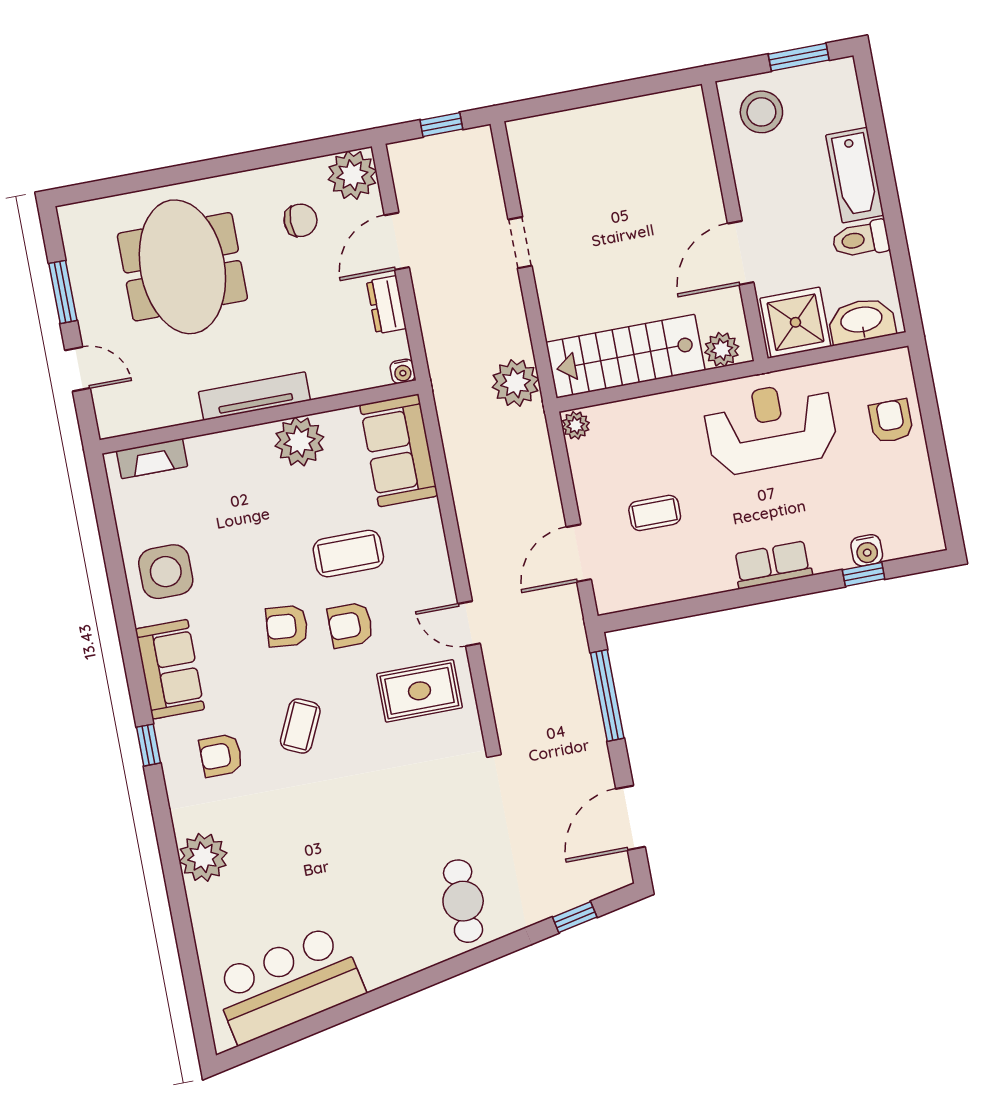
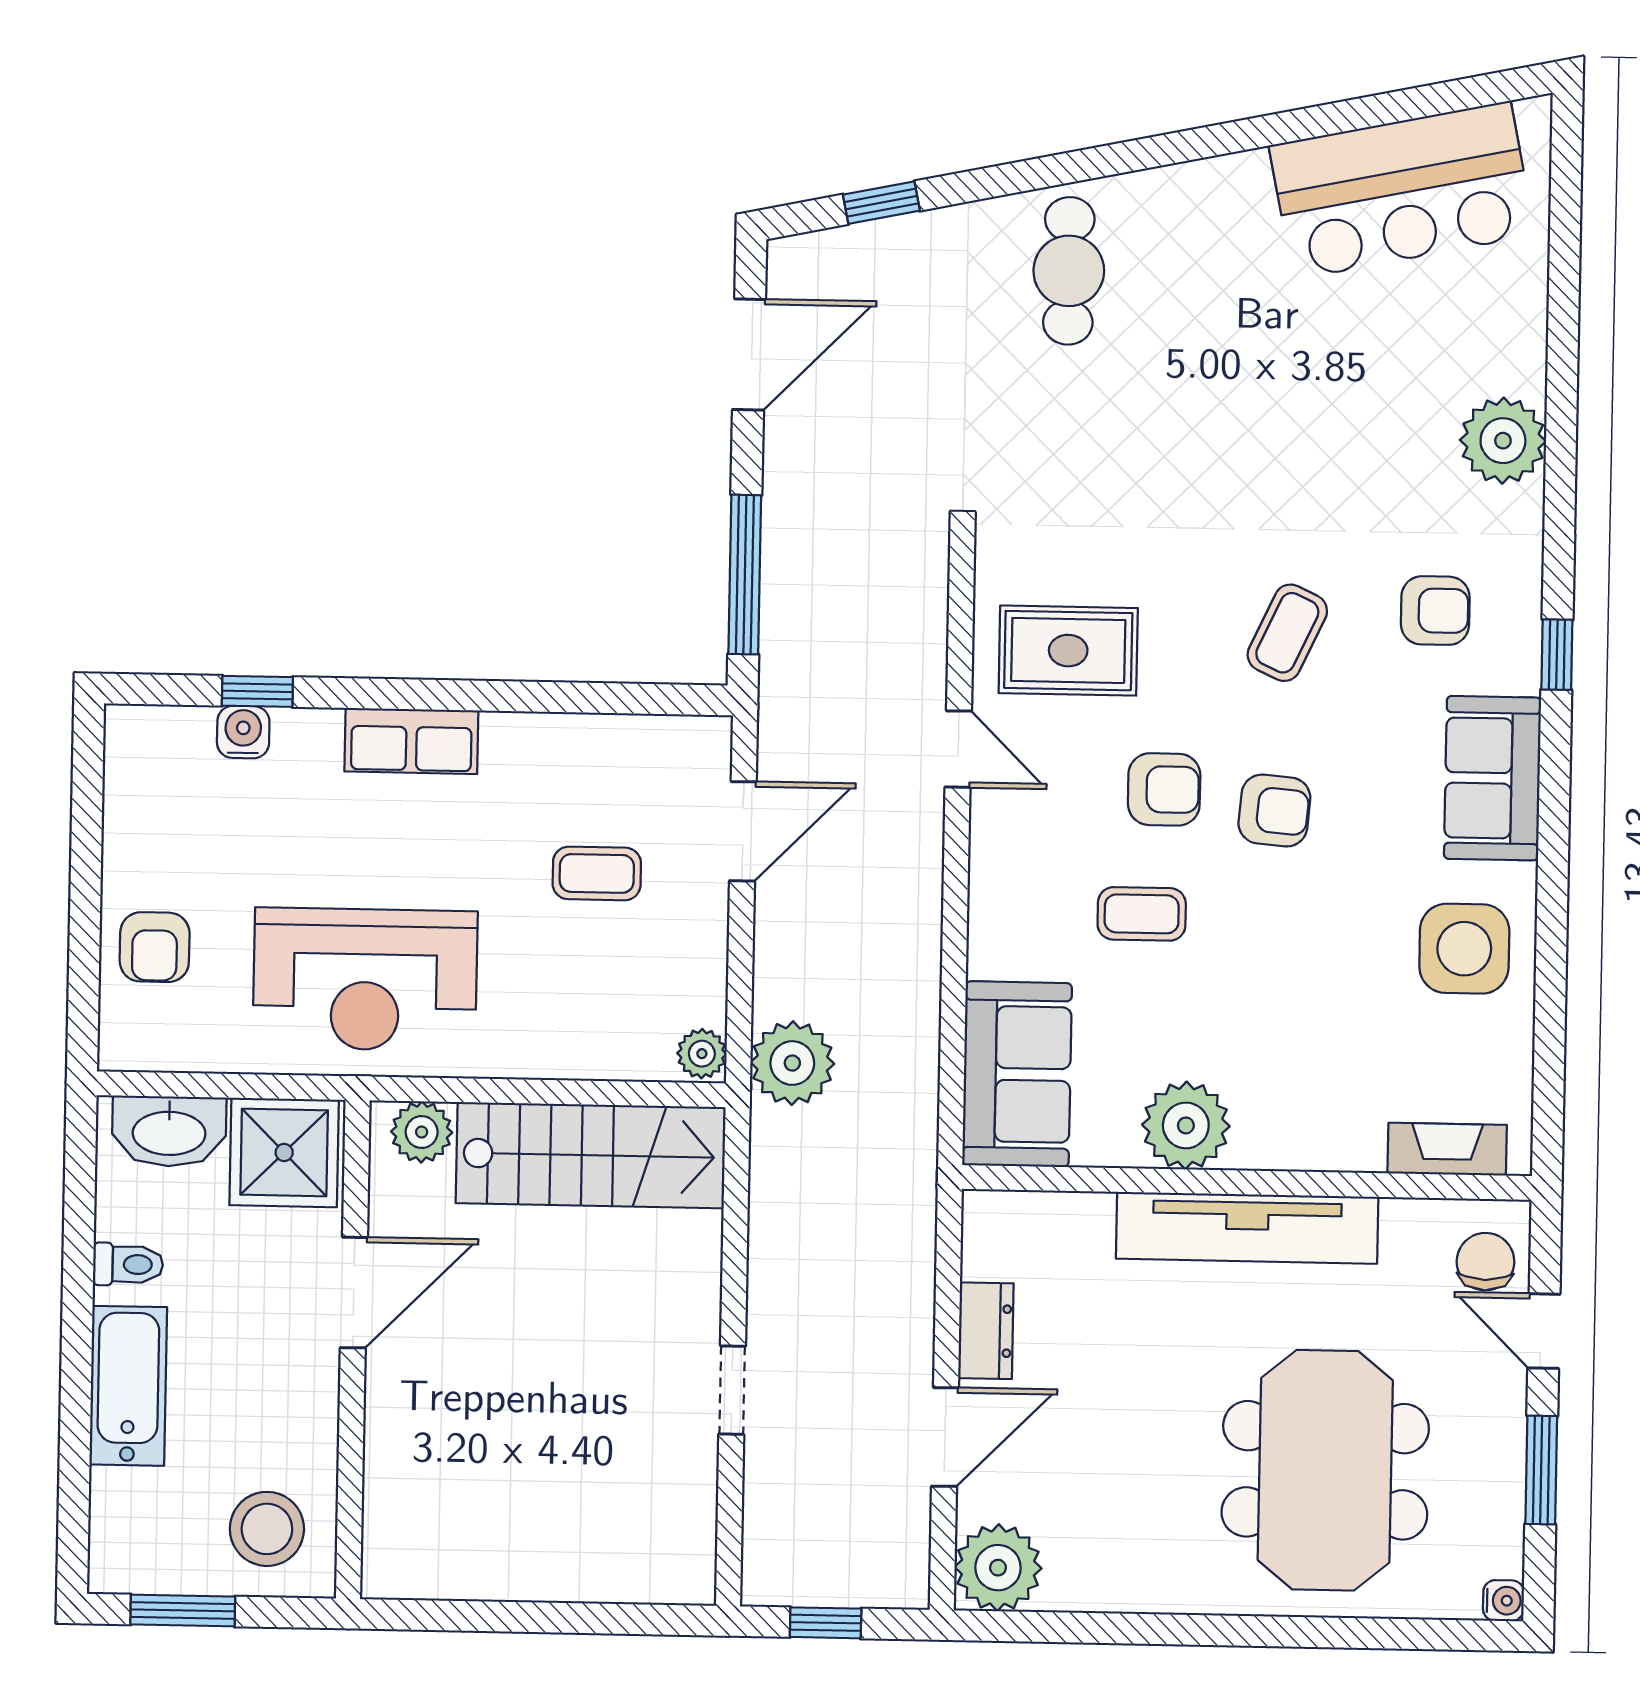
chair: (300, 220) -> (1485, 1262), moved, turned 90
toilet: (861, 239) -> (128, 1264), width x0.73, depth x0.72
water cooler: (403, 371) -> (1503, 1601), moved, turned 90
plant: (515, 383) -> (792, 1063), moved
tv unit: (254, 396) -> (1247, 1228), width x1.36, depth x1.29
coffee table: (348, 554) -> (1142, 914), width x0.73, depth x0.77

